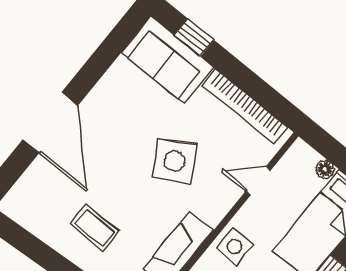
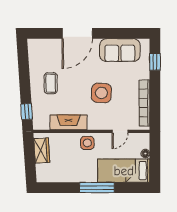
sofa: (168, 60) -> (120, 50), moved, turned -90
side table: (174, 161) -> (101, 93), turned 34
door: (258, 181) -> (120, 131), swing flipped

